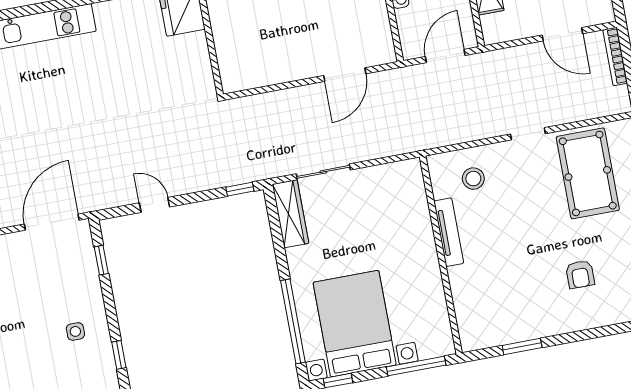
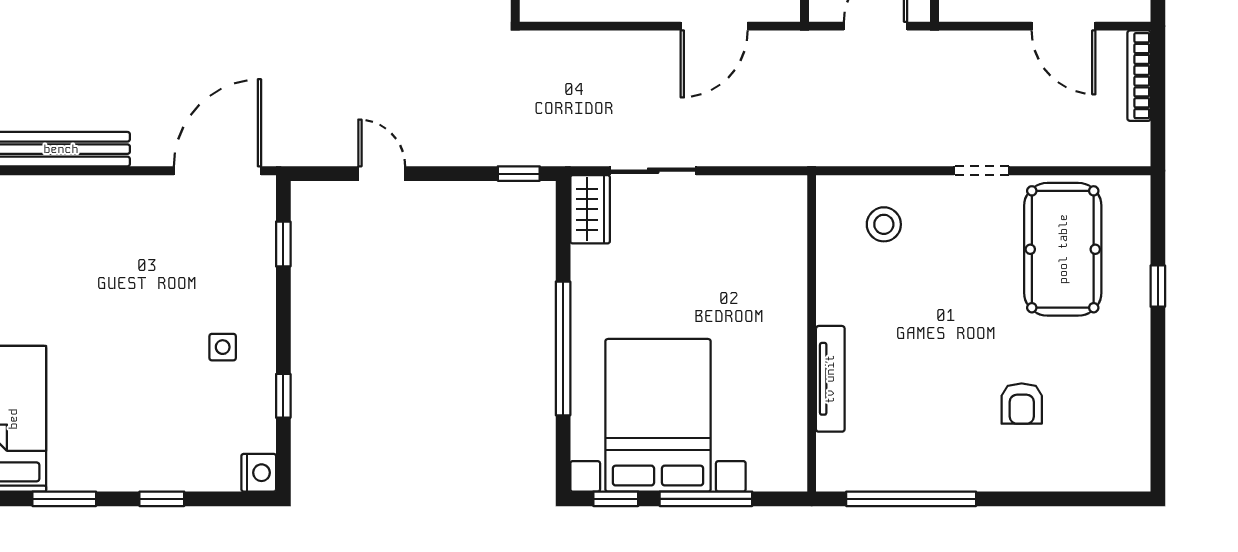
wardrobe: (290, 214) -> (590, 209), width x0.67
tv unit: (449, 232) -> (830, 379), moved
window: (293, 321) -> (563, 348), moved
window: (522, 346) -> (911, 499), width x2.11
window: (416, 366) -> (706, 499), moved

